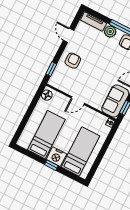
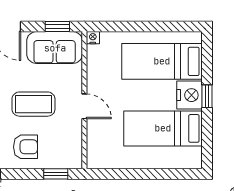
armchair: (73, 61) -> (25, 147), turned 180
coffee table: (92, 76) -> (33, 104), added
floor lamp: (47, 95) -> (101, 160), removed

